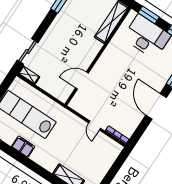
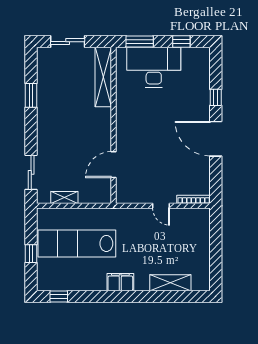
shelving: (29, 75) -> (64, 198), moved
filing cabinet: (23, 147) -> (120, 282), moved

